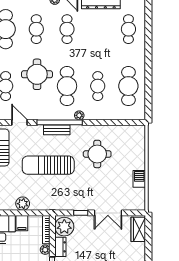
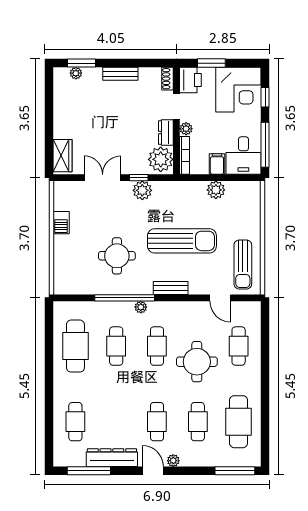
cafe table: (67, 86) -> (157, 346), width x0.73, depth x0.74
window: (60, 122) -> (125, 298), moved
plant: (78, 203) -> (142, 190), added

